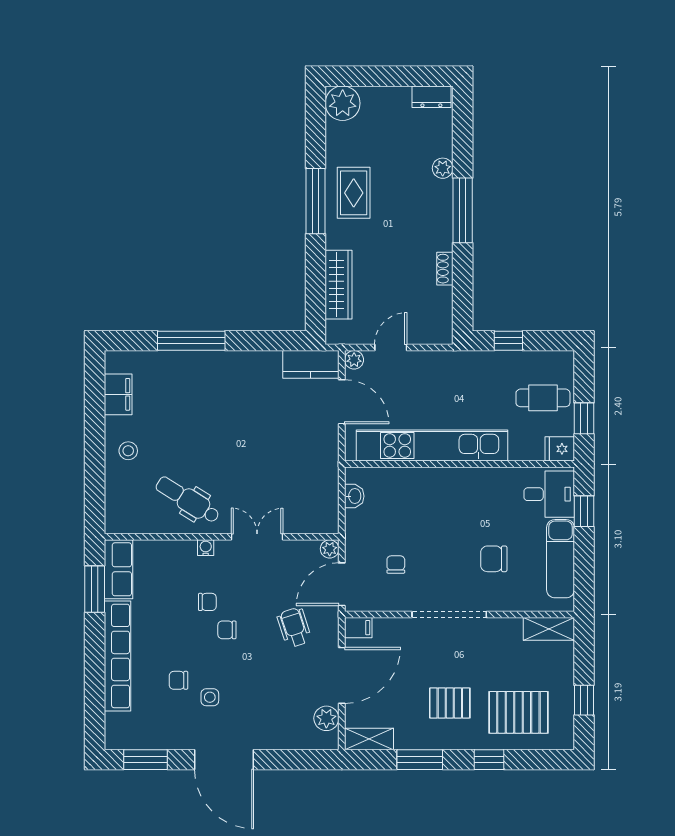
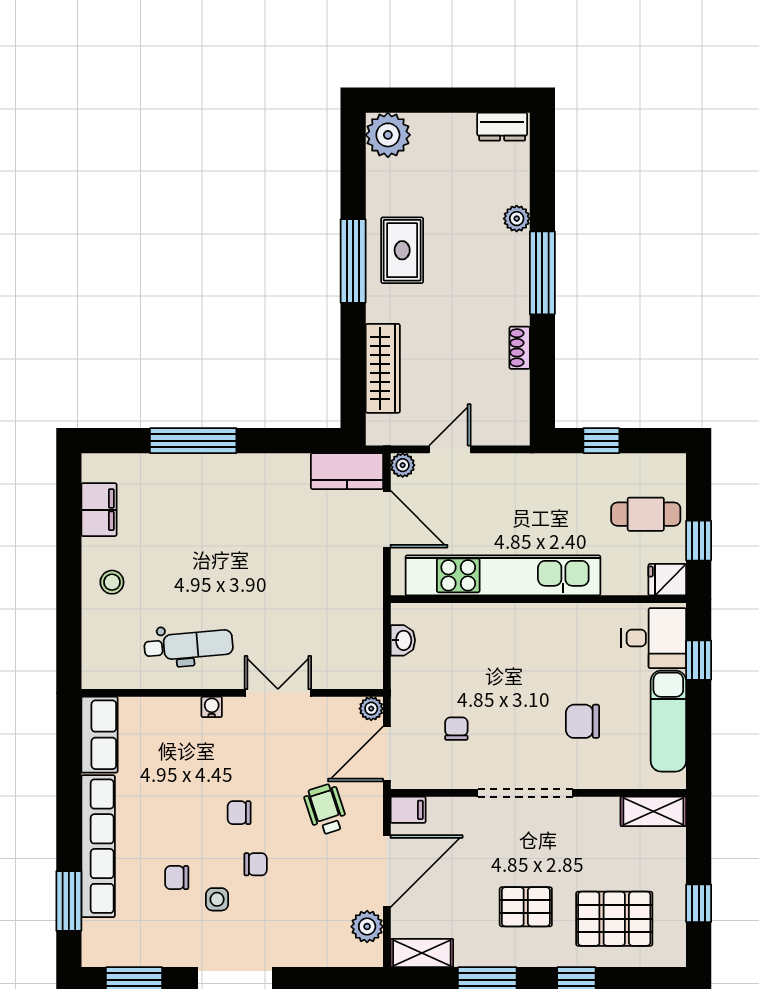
dental chair: (188, 500) -> (189, 645), turned 143
window: (95, 589) -> (69, 901), moved
chair: (207, 602) -> (256, 864), moved

